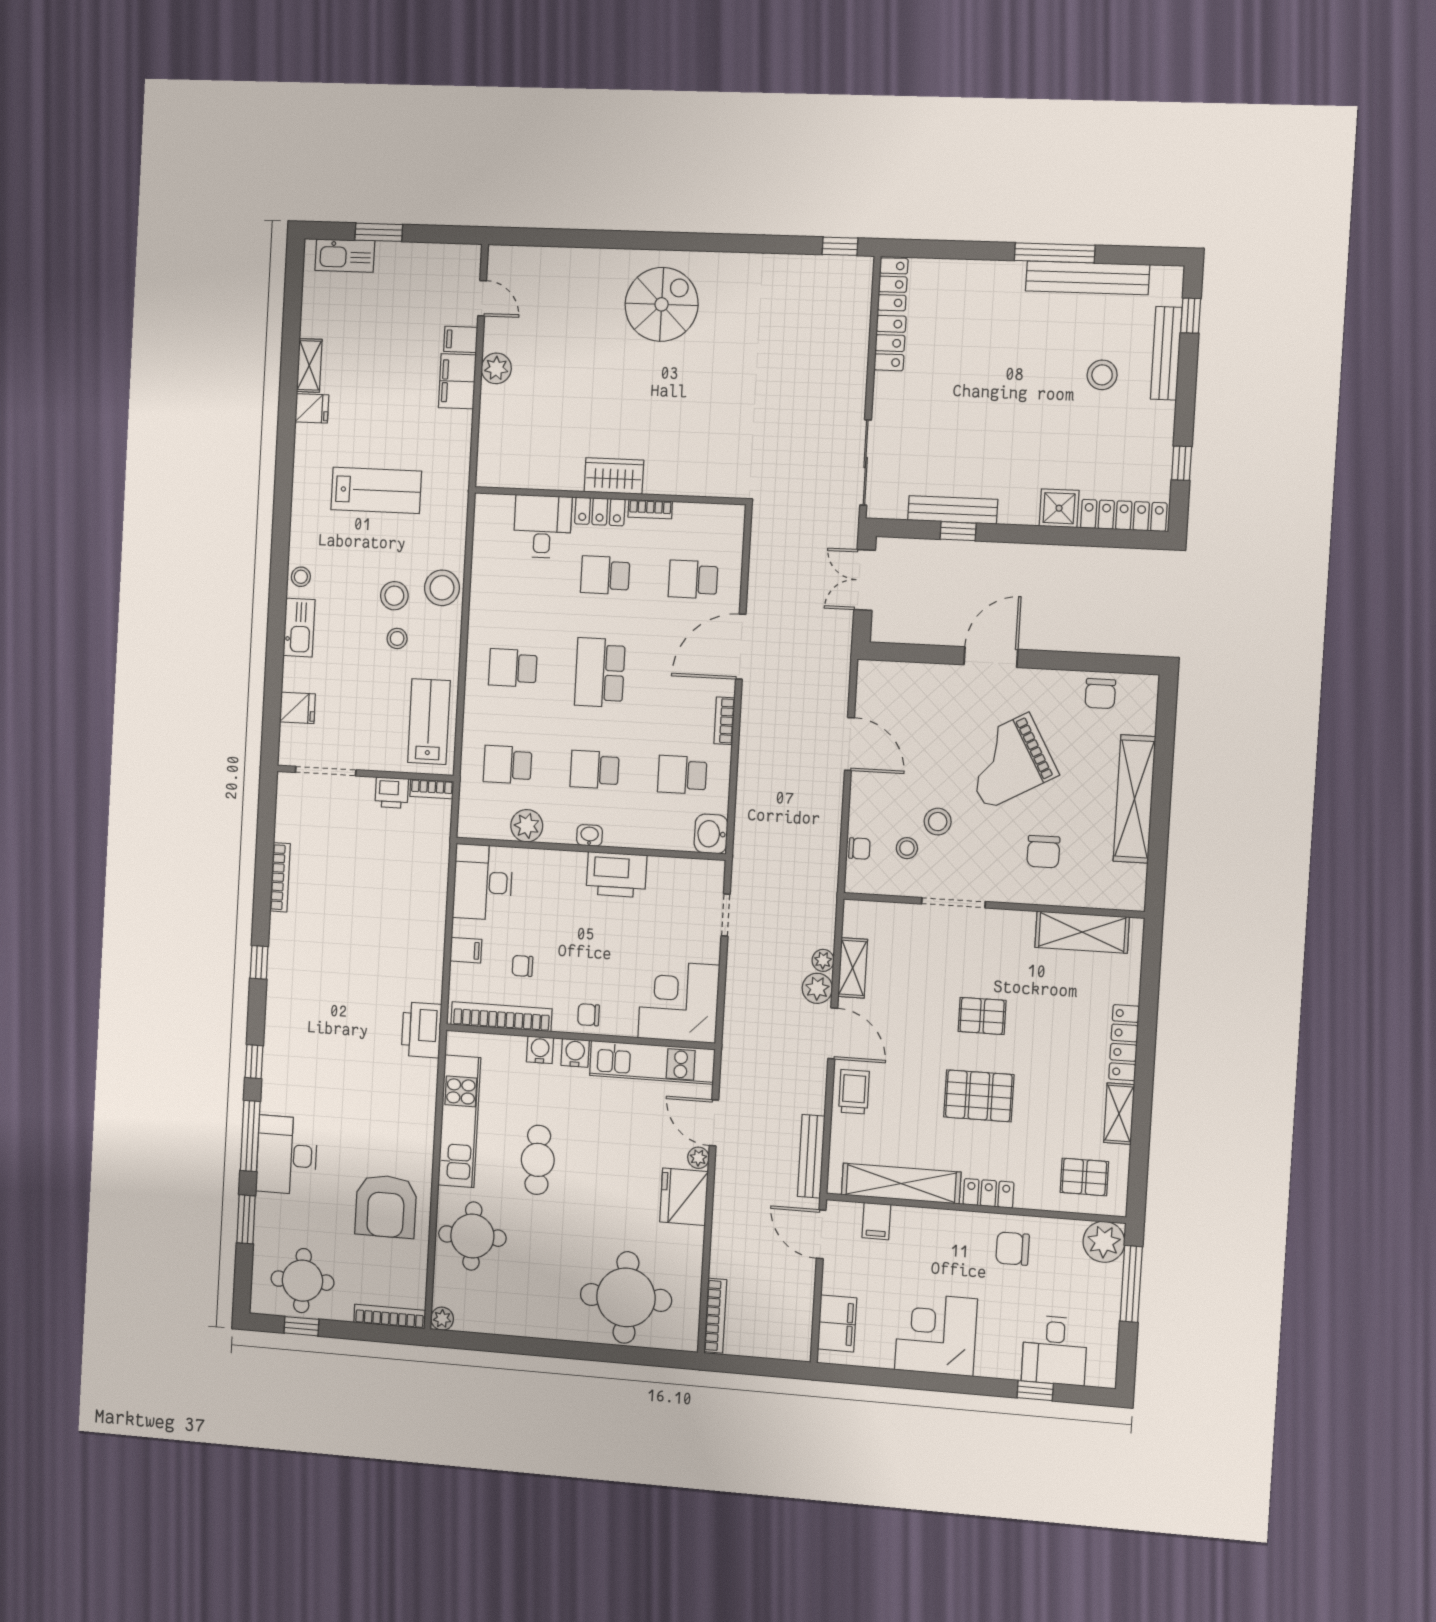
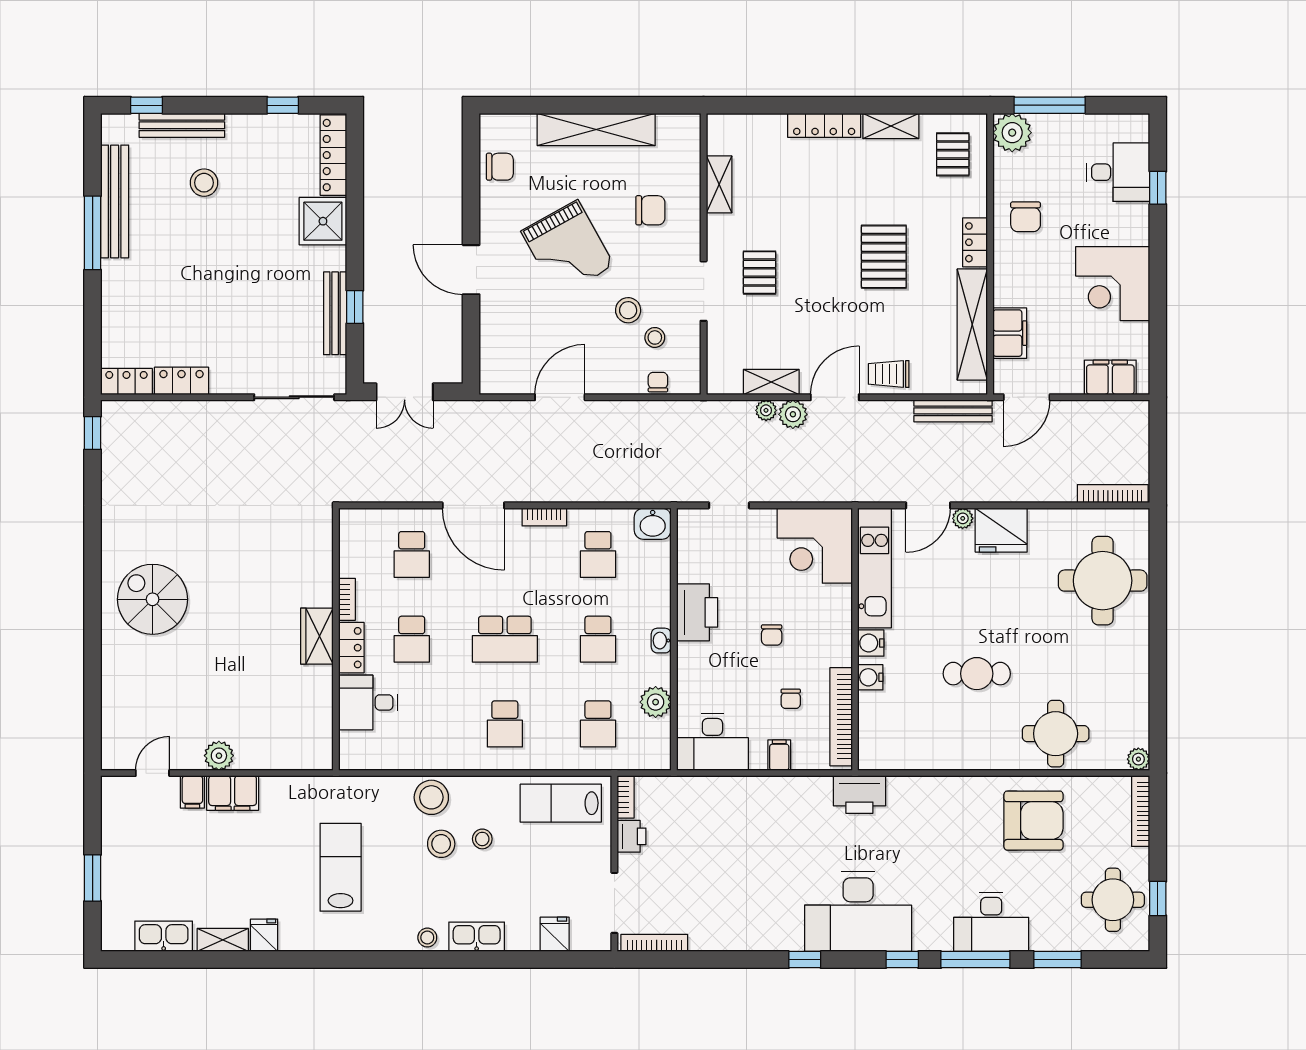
kitchen sink: (345, 256) -> (164, 936), moved, turned -90
shower: (1059, 508) -> (323, 221), width x1.36, depth x1.36
bookcase: (280, 877) -> (654, 943), moved
shelving: (1082, 932) -> (719, 184), width x0.67, depth x0.75
chair: (589, 1015) -> (772, 635), moved
pallet: (982, 1016) -> (760, 273), moved
desk: (304, 1020) -> (858, 911), added
kitchen unit: (459, 1121) -> (945, 753), removed
filing cabinet: (876, 1221) -> (1010, 333), width x2.00

